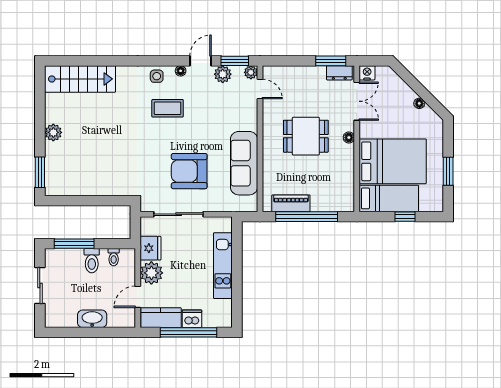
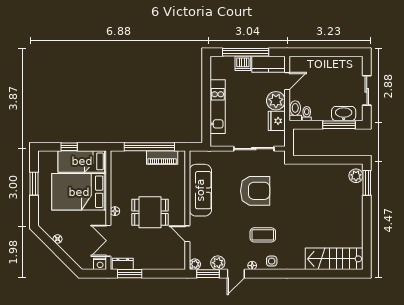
door: (260, 89) -> (187, 234), moved
plant: (53, 132) -> (356, 176), moved
armchair: (189, 171) -> (255, 191), moved
toilet: (92, 261) -> (295, 111), moved
washbasin: (92, 319) -> (344, 114), moved, turned 180

